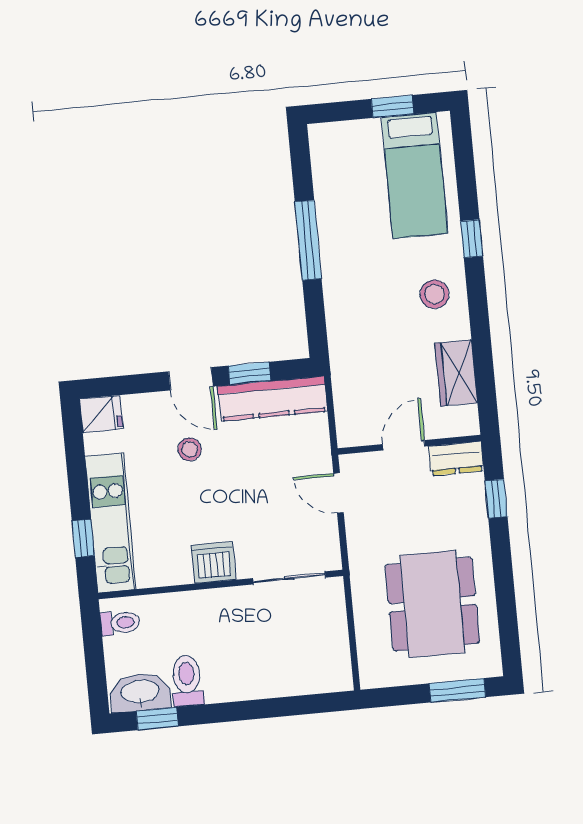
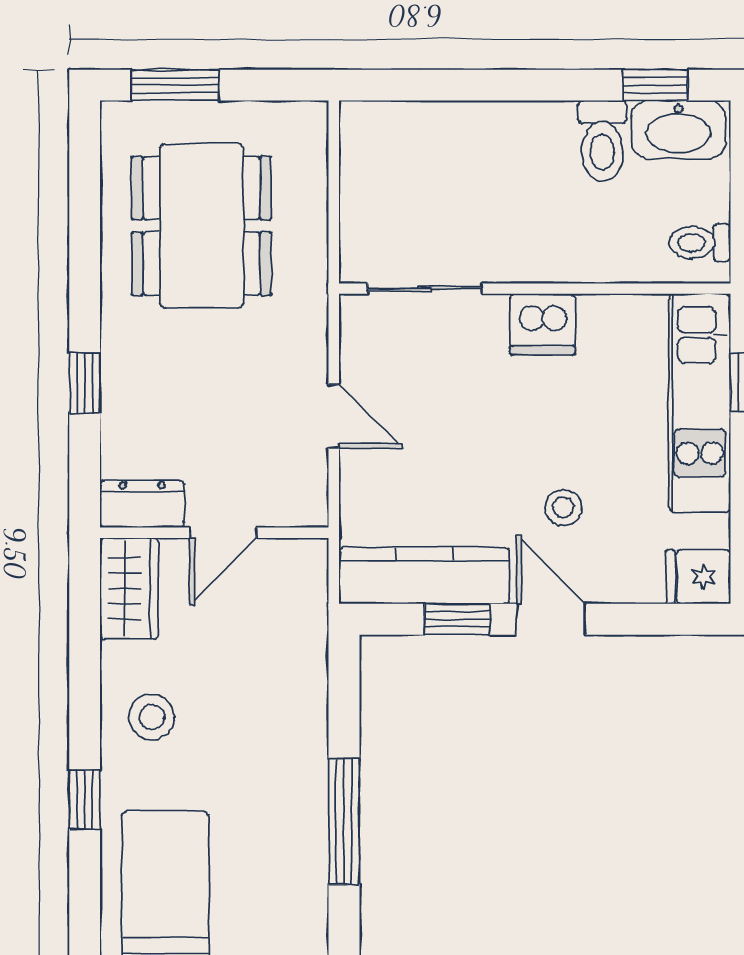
door: (404, 445) -> (223, 533), moved
wall: (409, 445) -> (214, 533), moved
dresser: (456, 458) -> (142, 504), moved

